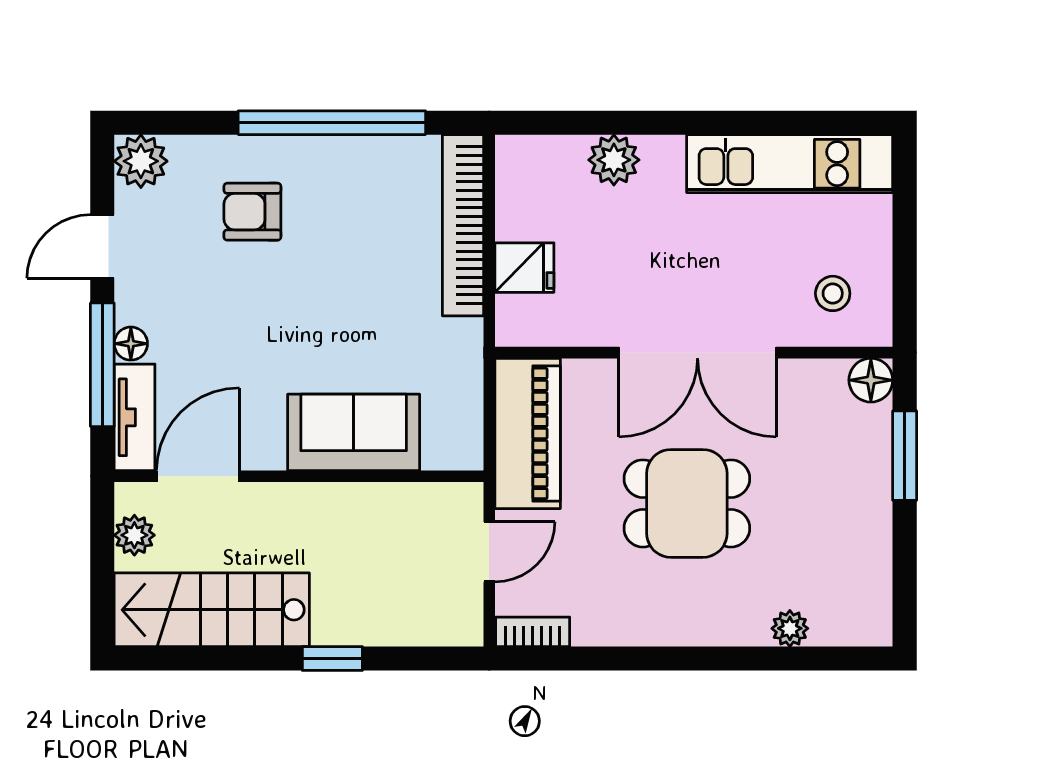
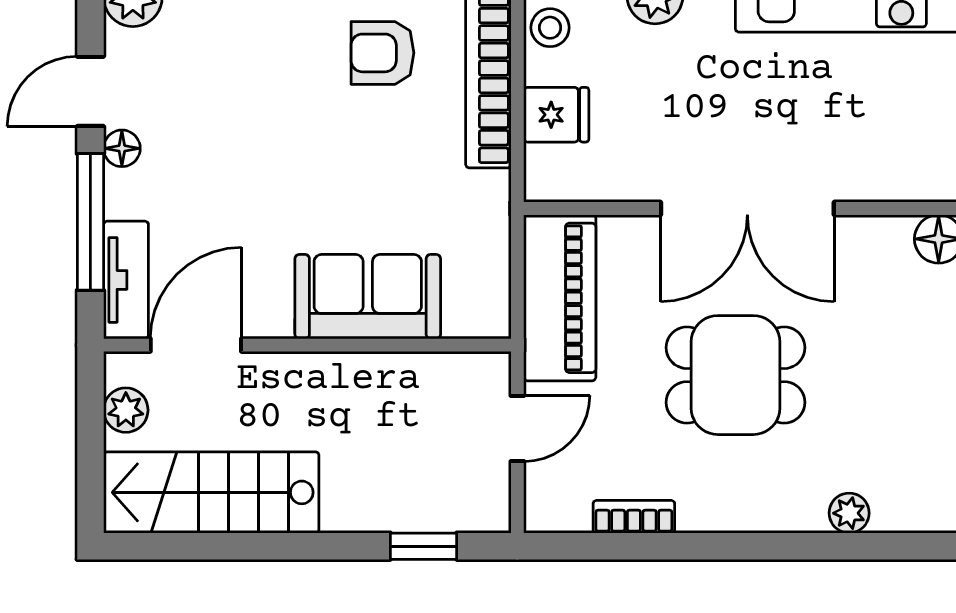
armchair: (252, 212) -> (382, 53), moved
stool: (833, 293) -> (550, 28), moved
floor lamp: (131, 344) -> (122, 148), moved
bookcase: (533, 632) -> (634, 517), moved
window: (332, 659) -> (424, 546), moved

